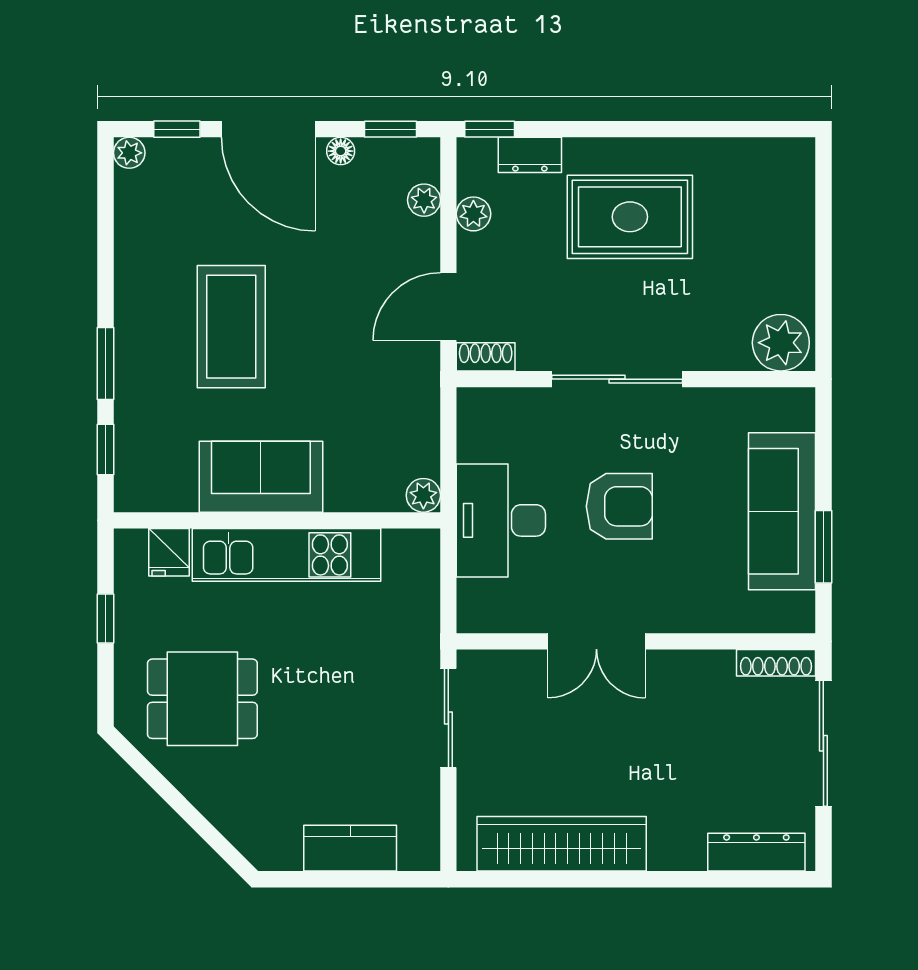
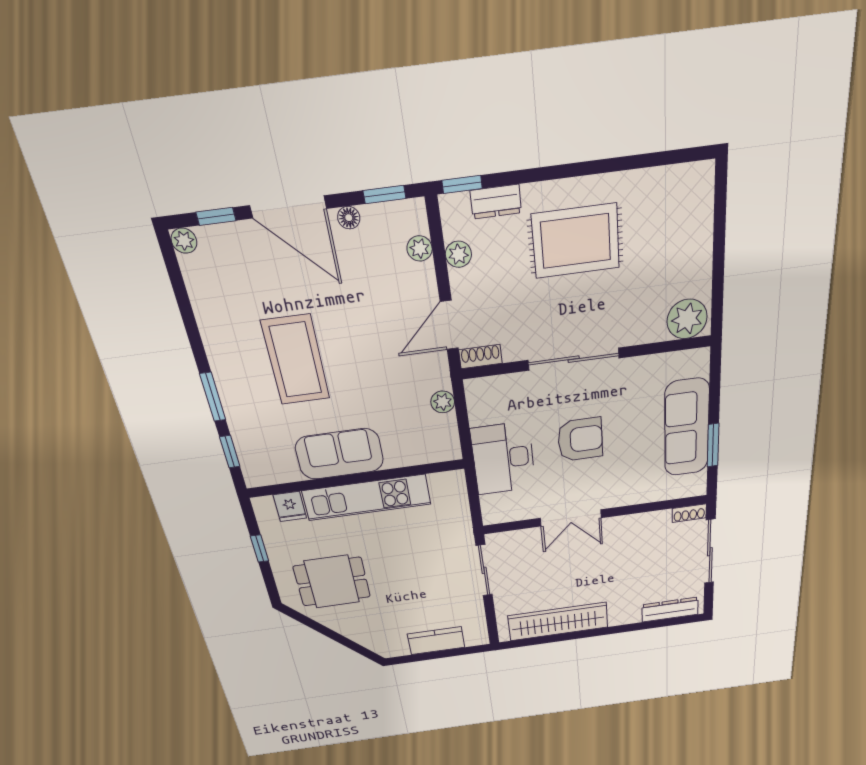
plant: (423, 495) -> (443, 402), moved
shoe rack: (776, 663) -> (689, 513), width x0.70

